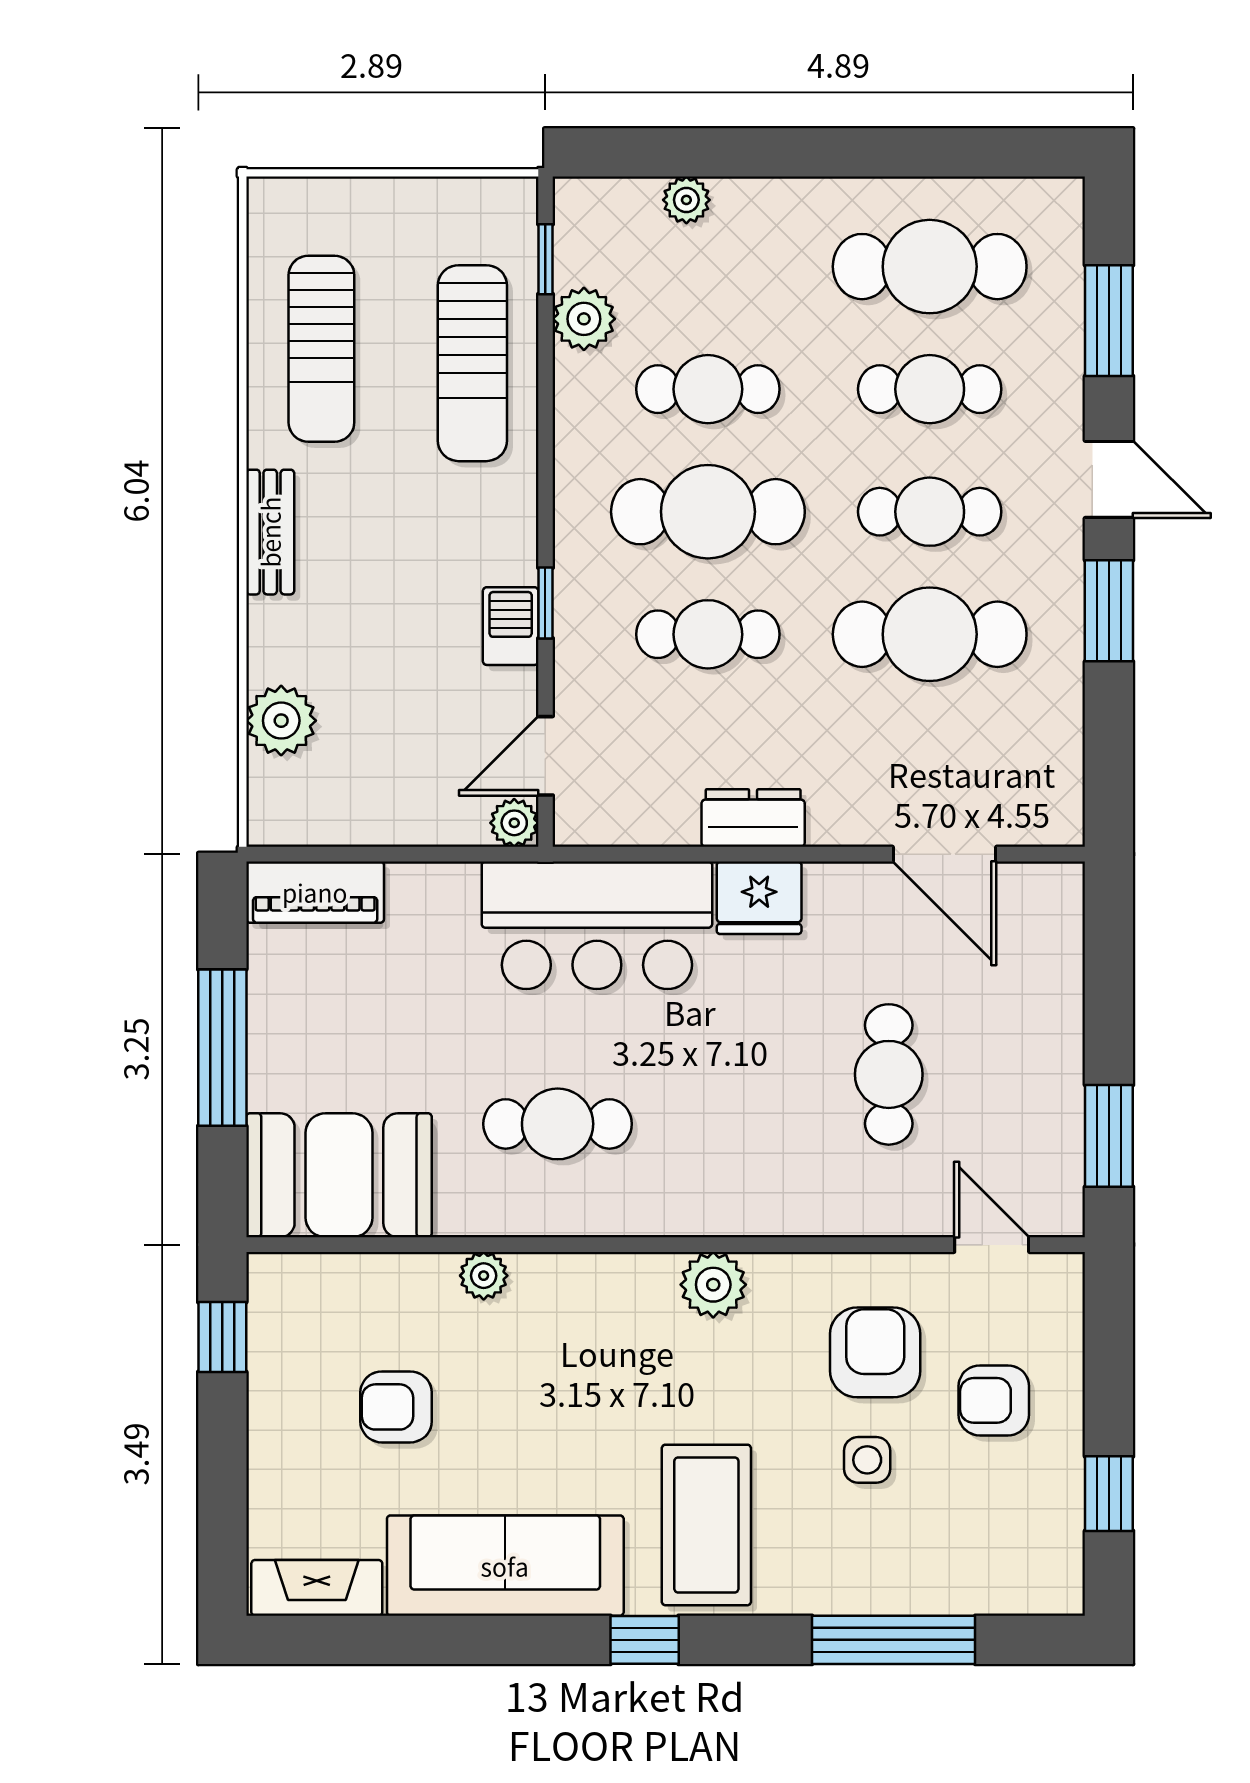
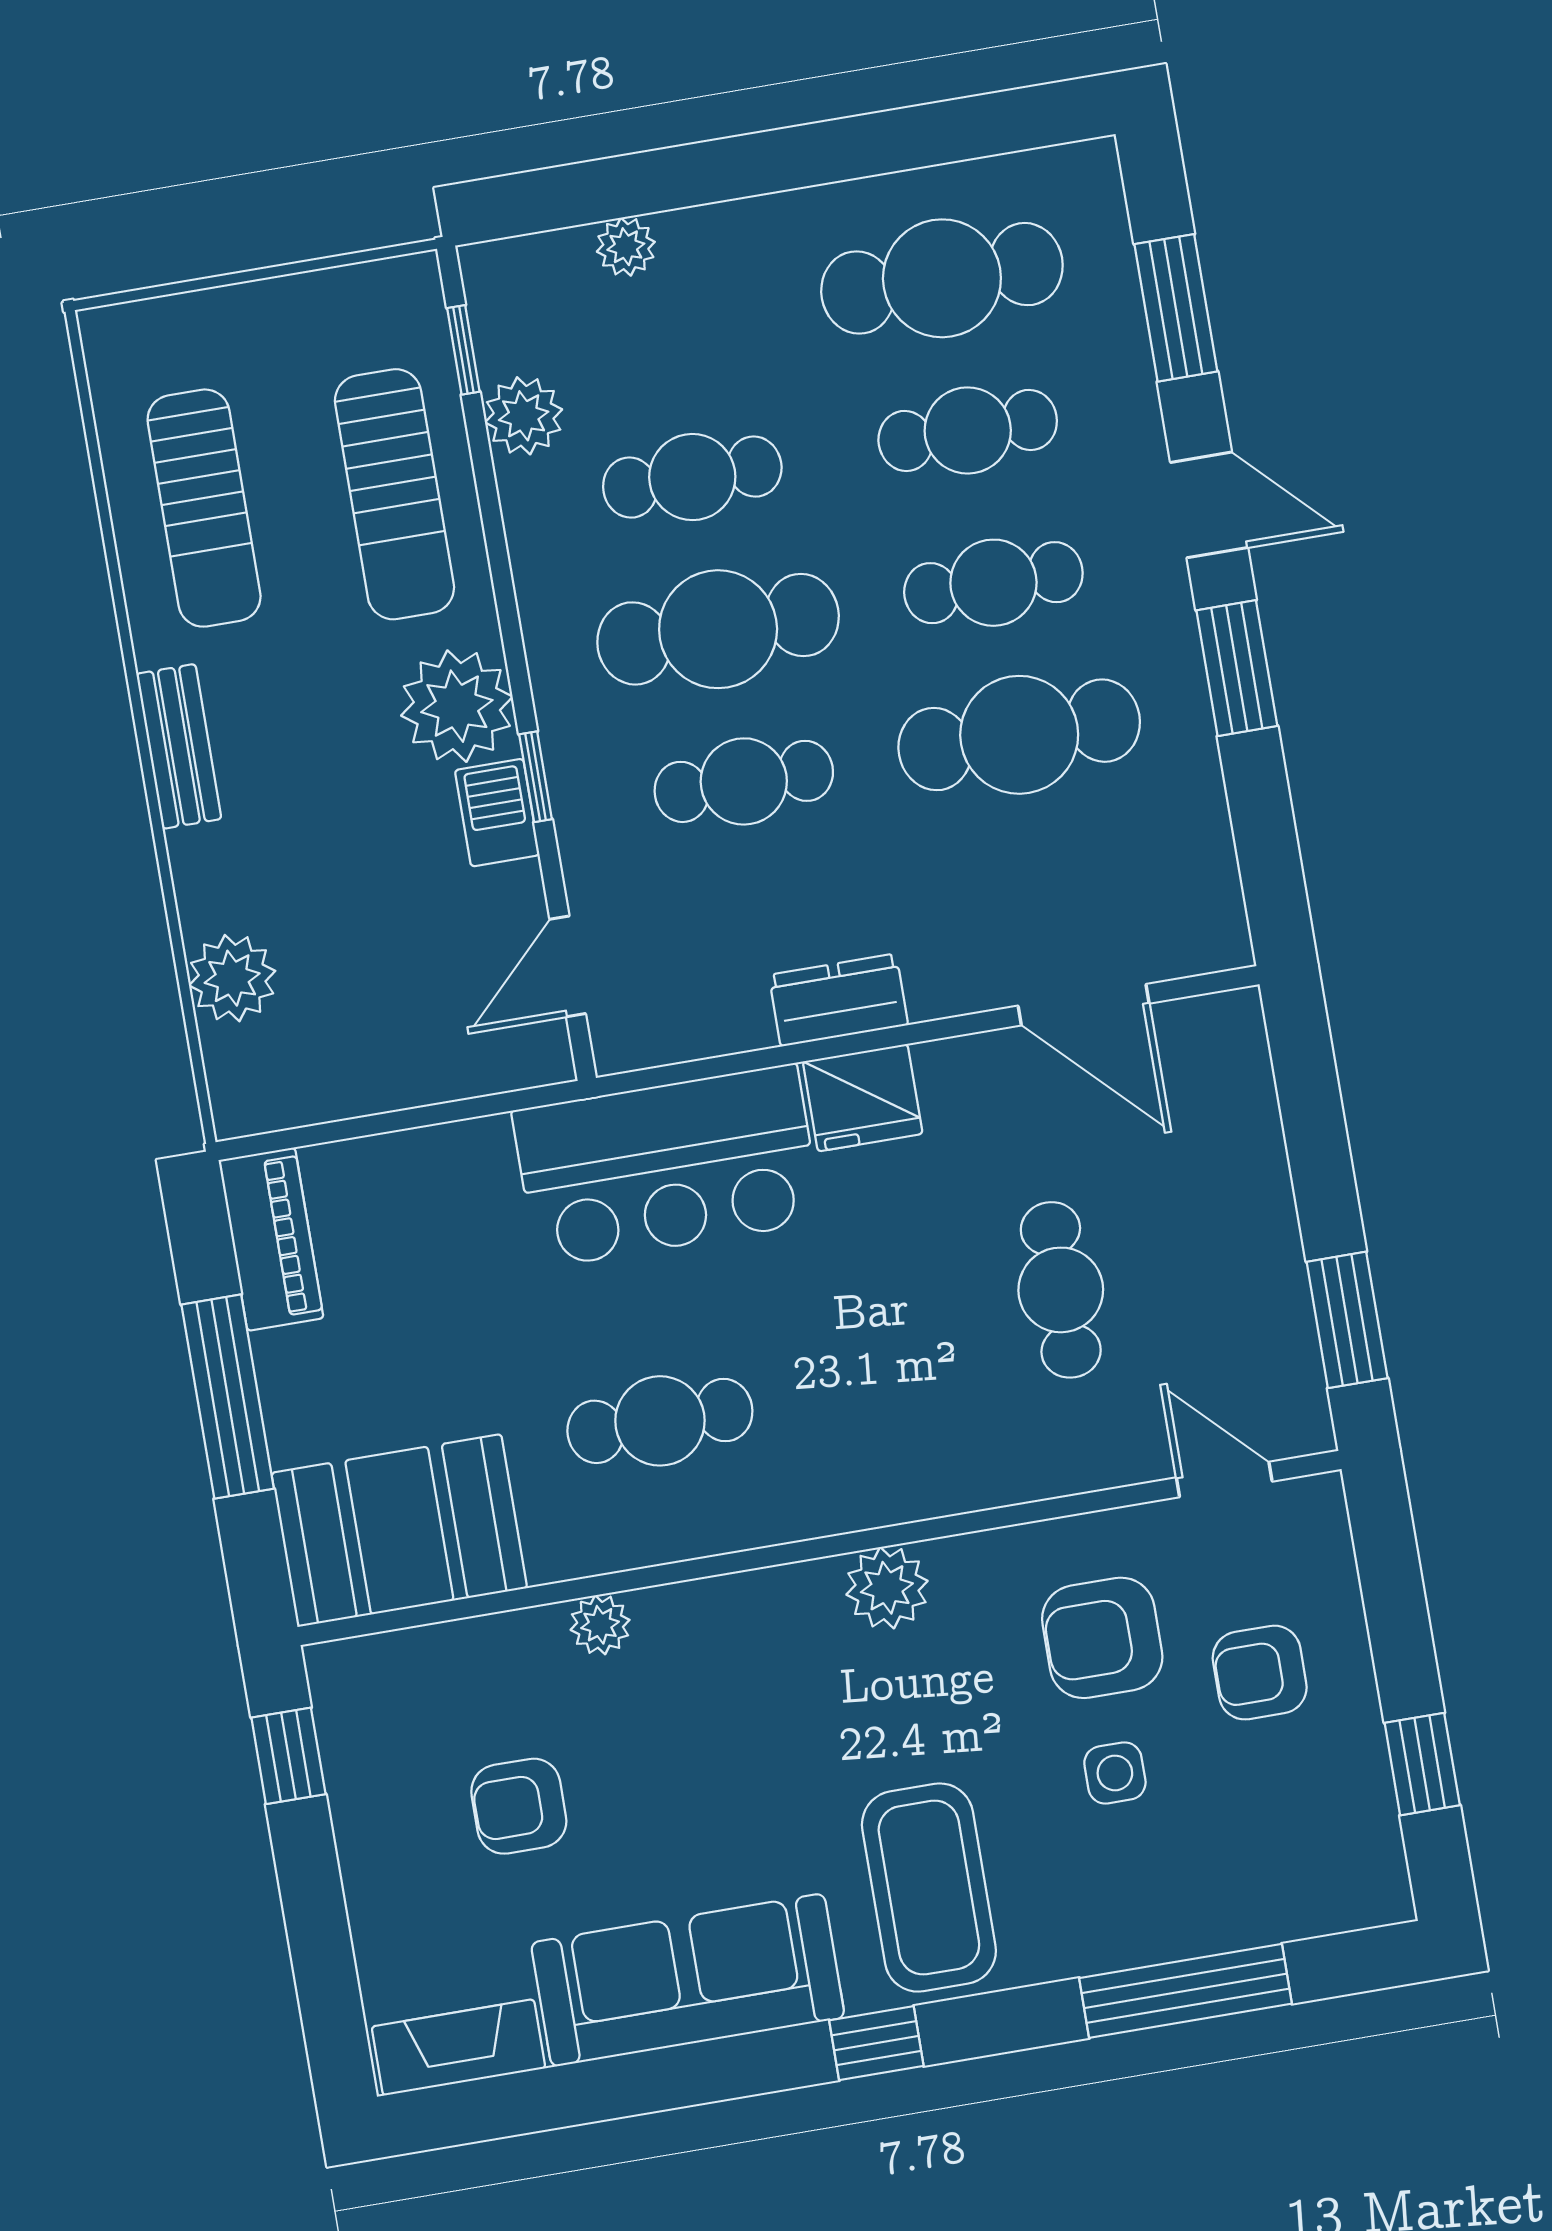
plant: (514, 823) -> (457, 706), moved, width x1.88, depth x1.88
piano: (315, 892) -> (271, 1239), moved, turned -90
armchair: (875, 1352) -> (1102, 1638), turned -90

